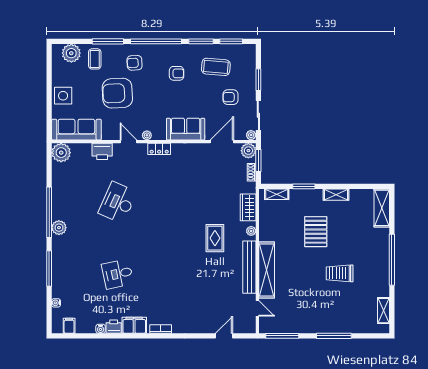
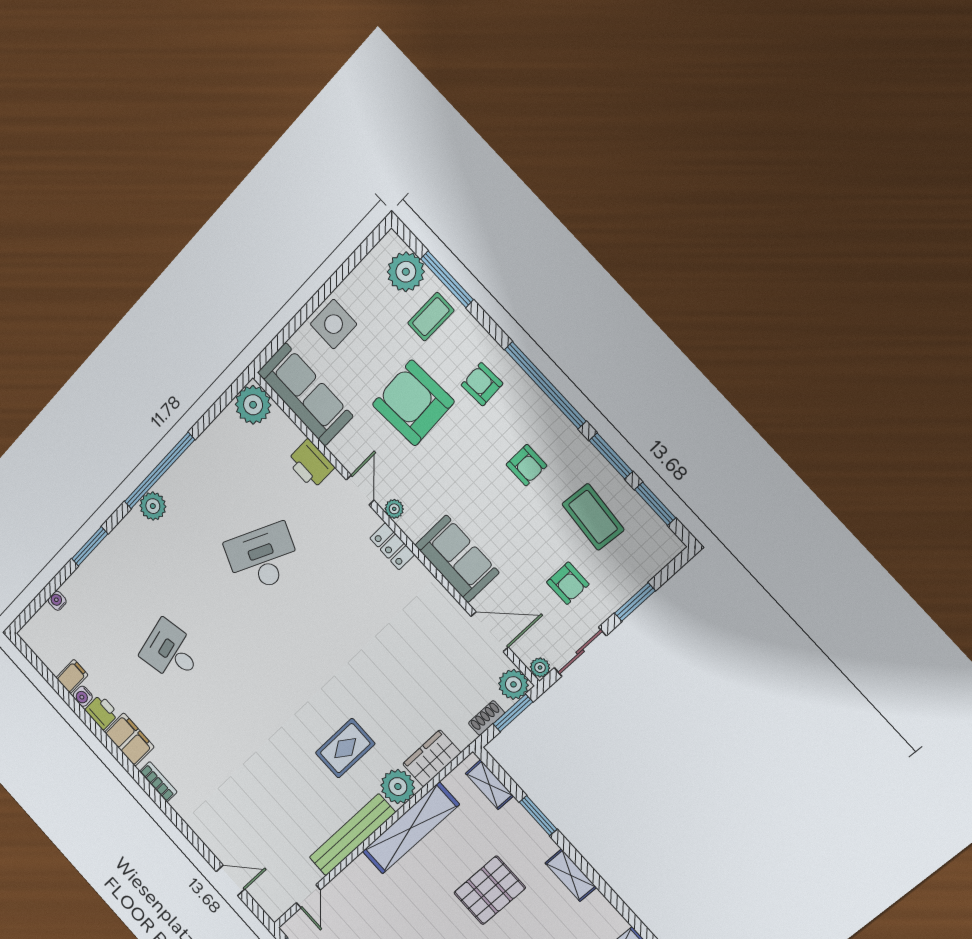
window: (108, 41) -> (447, 279), moved
armchair: (231, 97) -> (568, 583), turned 180
plant: (251, 231) -> (398, 787), width x1.87, depth x1.87
window: (49, 268) -> (90, 546), width x0.69
shelving: (267, 270) -> (411, 828), moved
filing cabinet: (69, 326) -> (72, 676), moved

